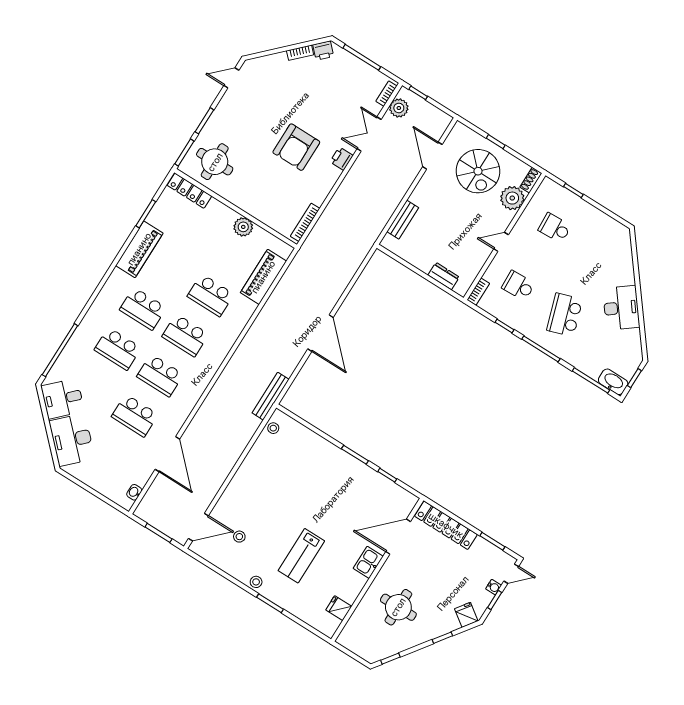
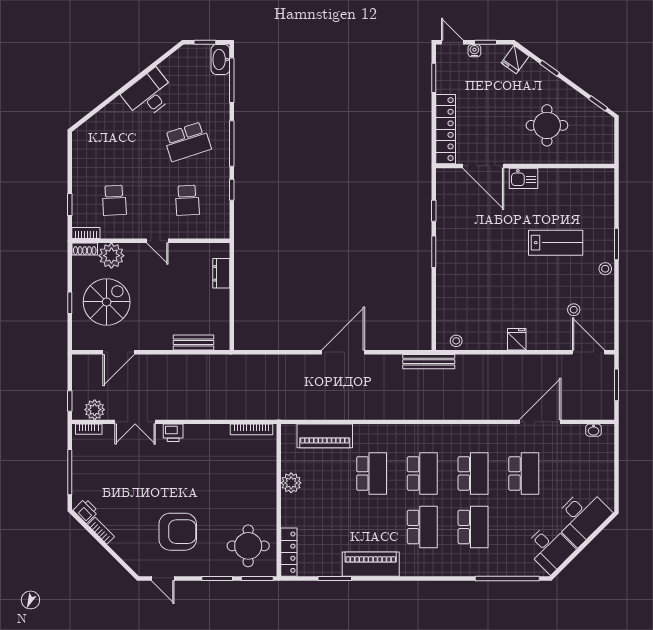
armchair: (296, 147) -> (178, 532), moved
bookcase: (478, 292) -> (86, 233), moved
fridge: (339, 608) -> (517, 339), moved, turned 180

